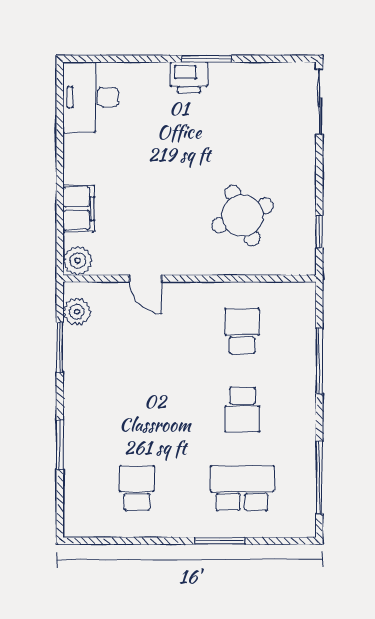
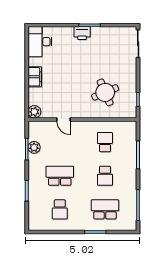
filing cabinet: (79, 209) -> (35, 77), moved
plant: (77, 312) -> (34, 147), moved
school desk: (137, 410) -> (60, 176), added
school desk: (137, 488) -> (60, 209), turned 180

